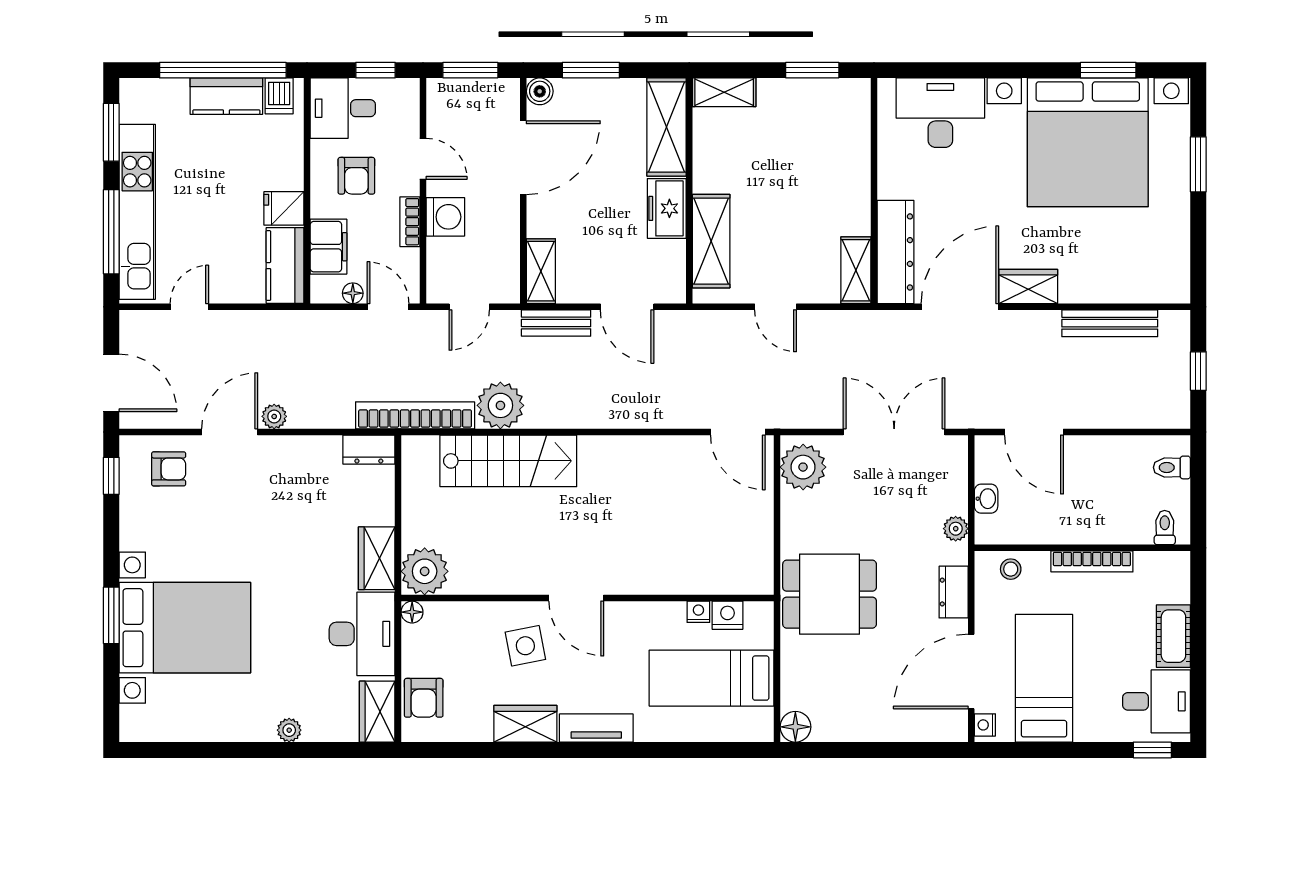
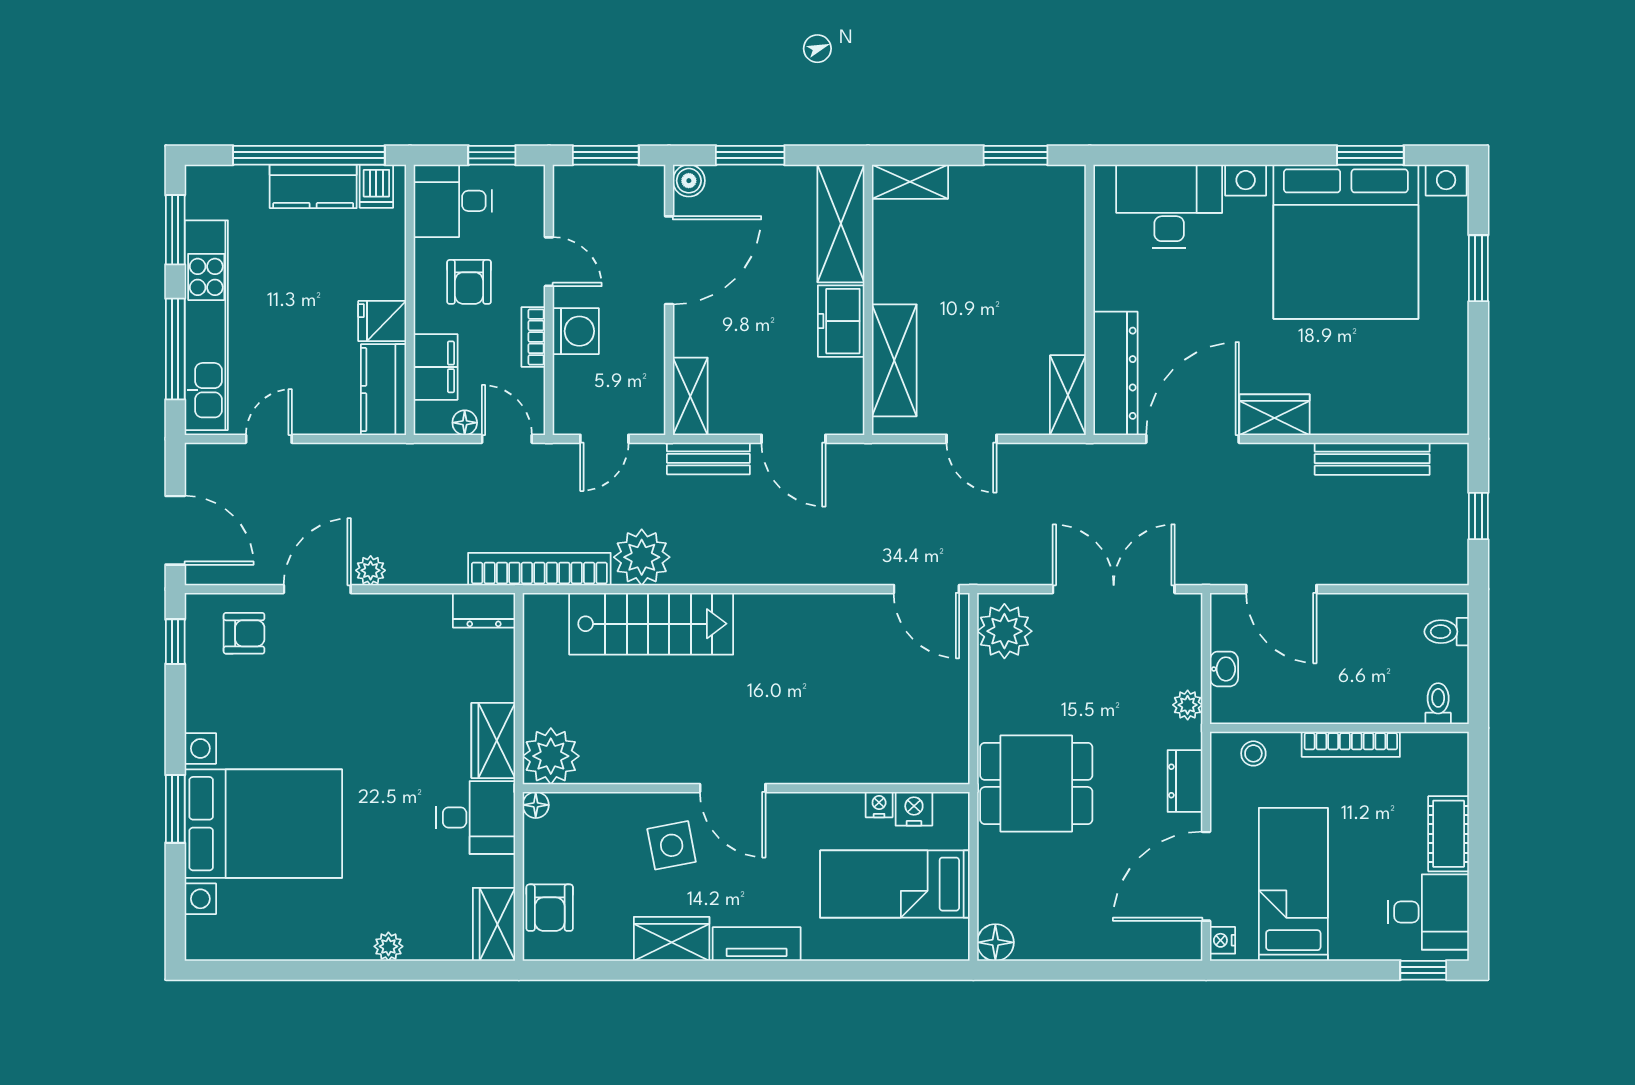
desk: (362, 634) -> (476, 817), width x0.73

